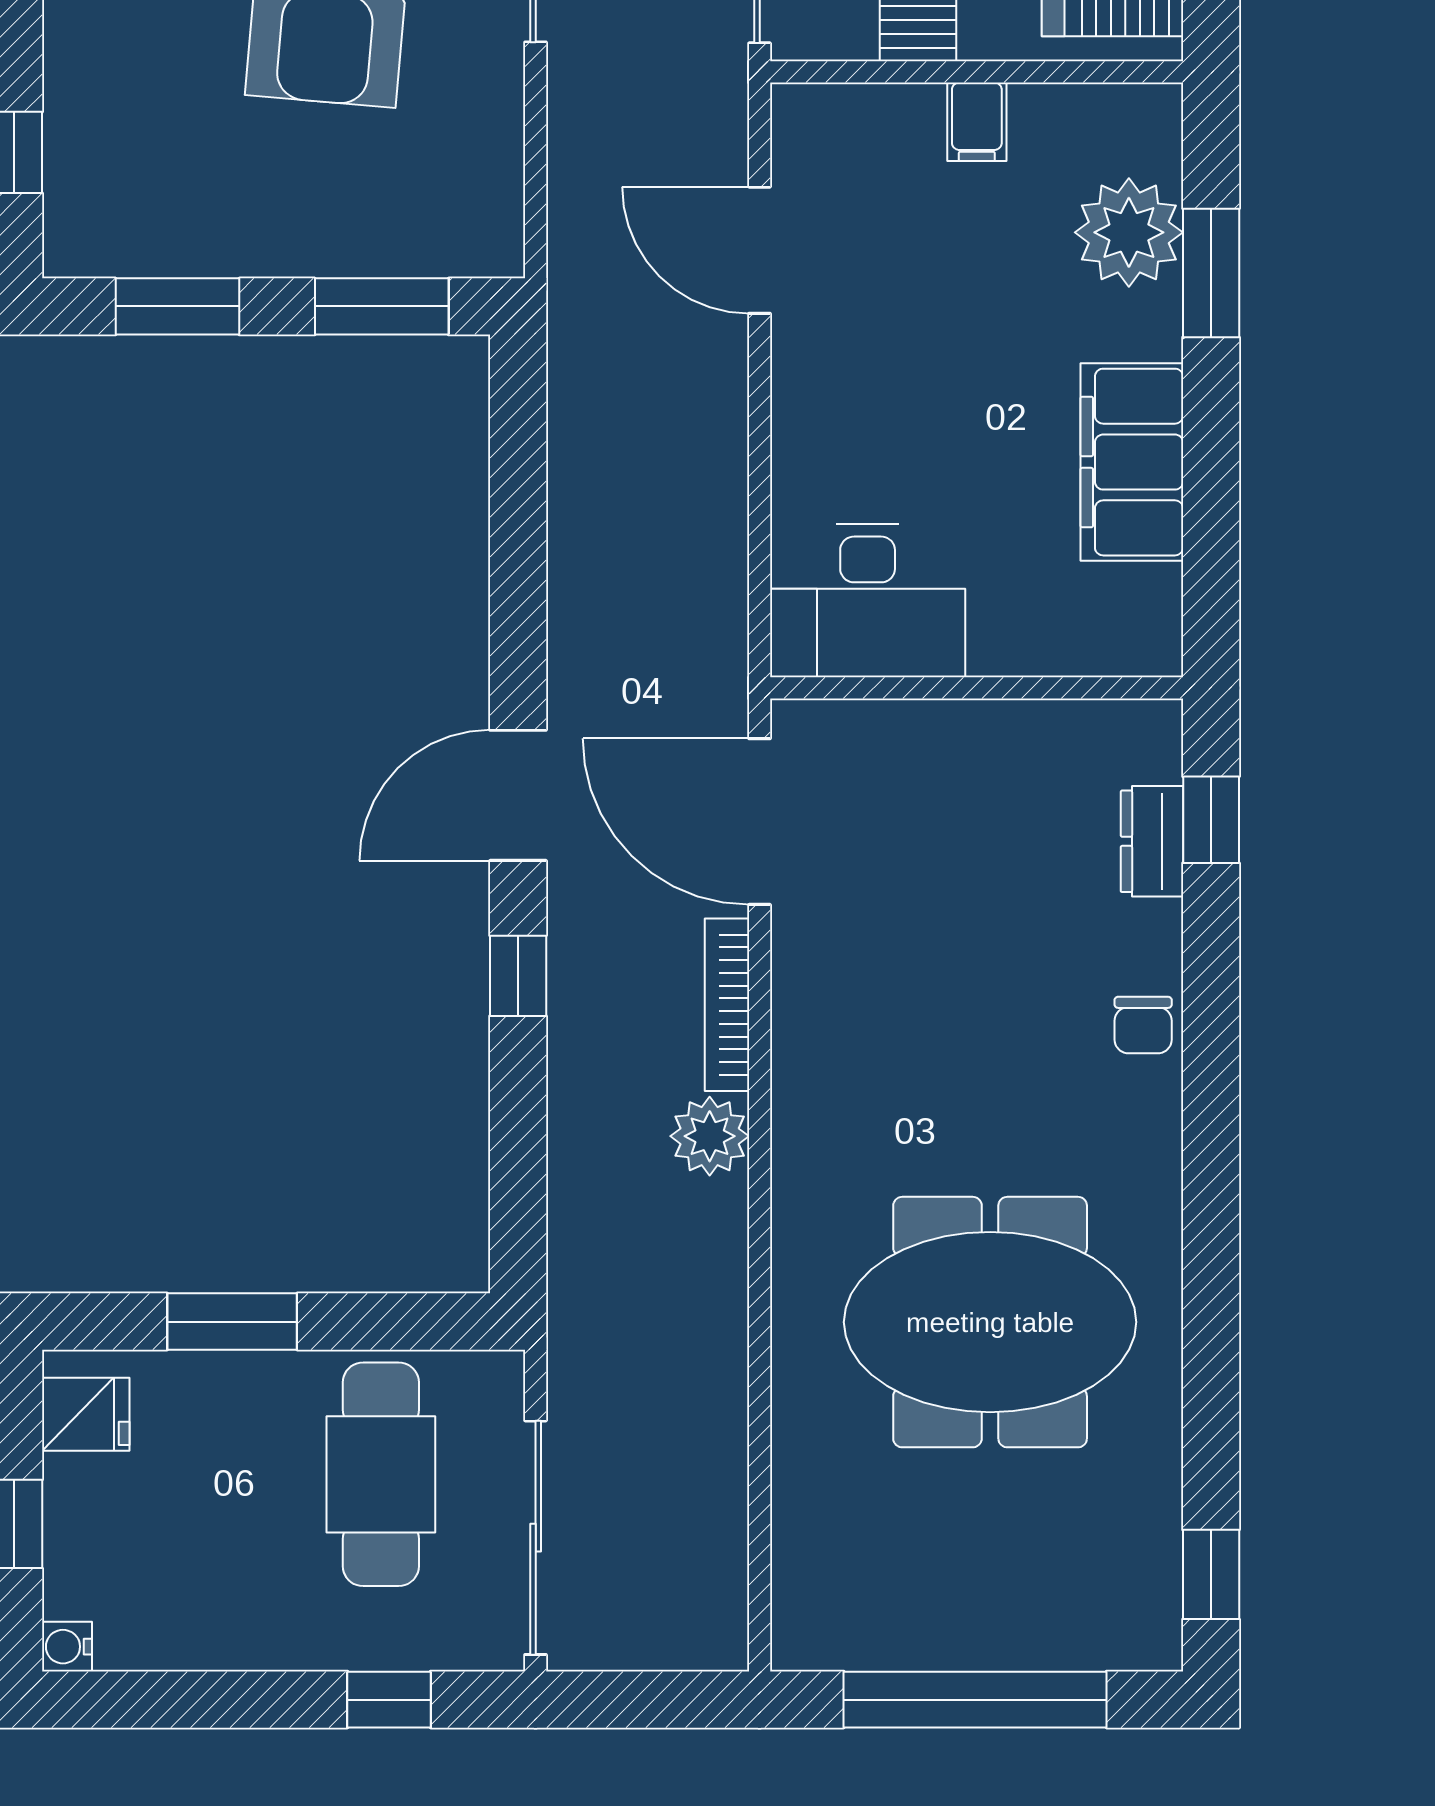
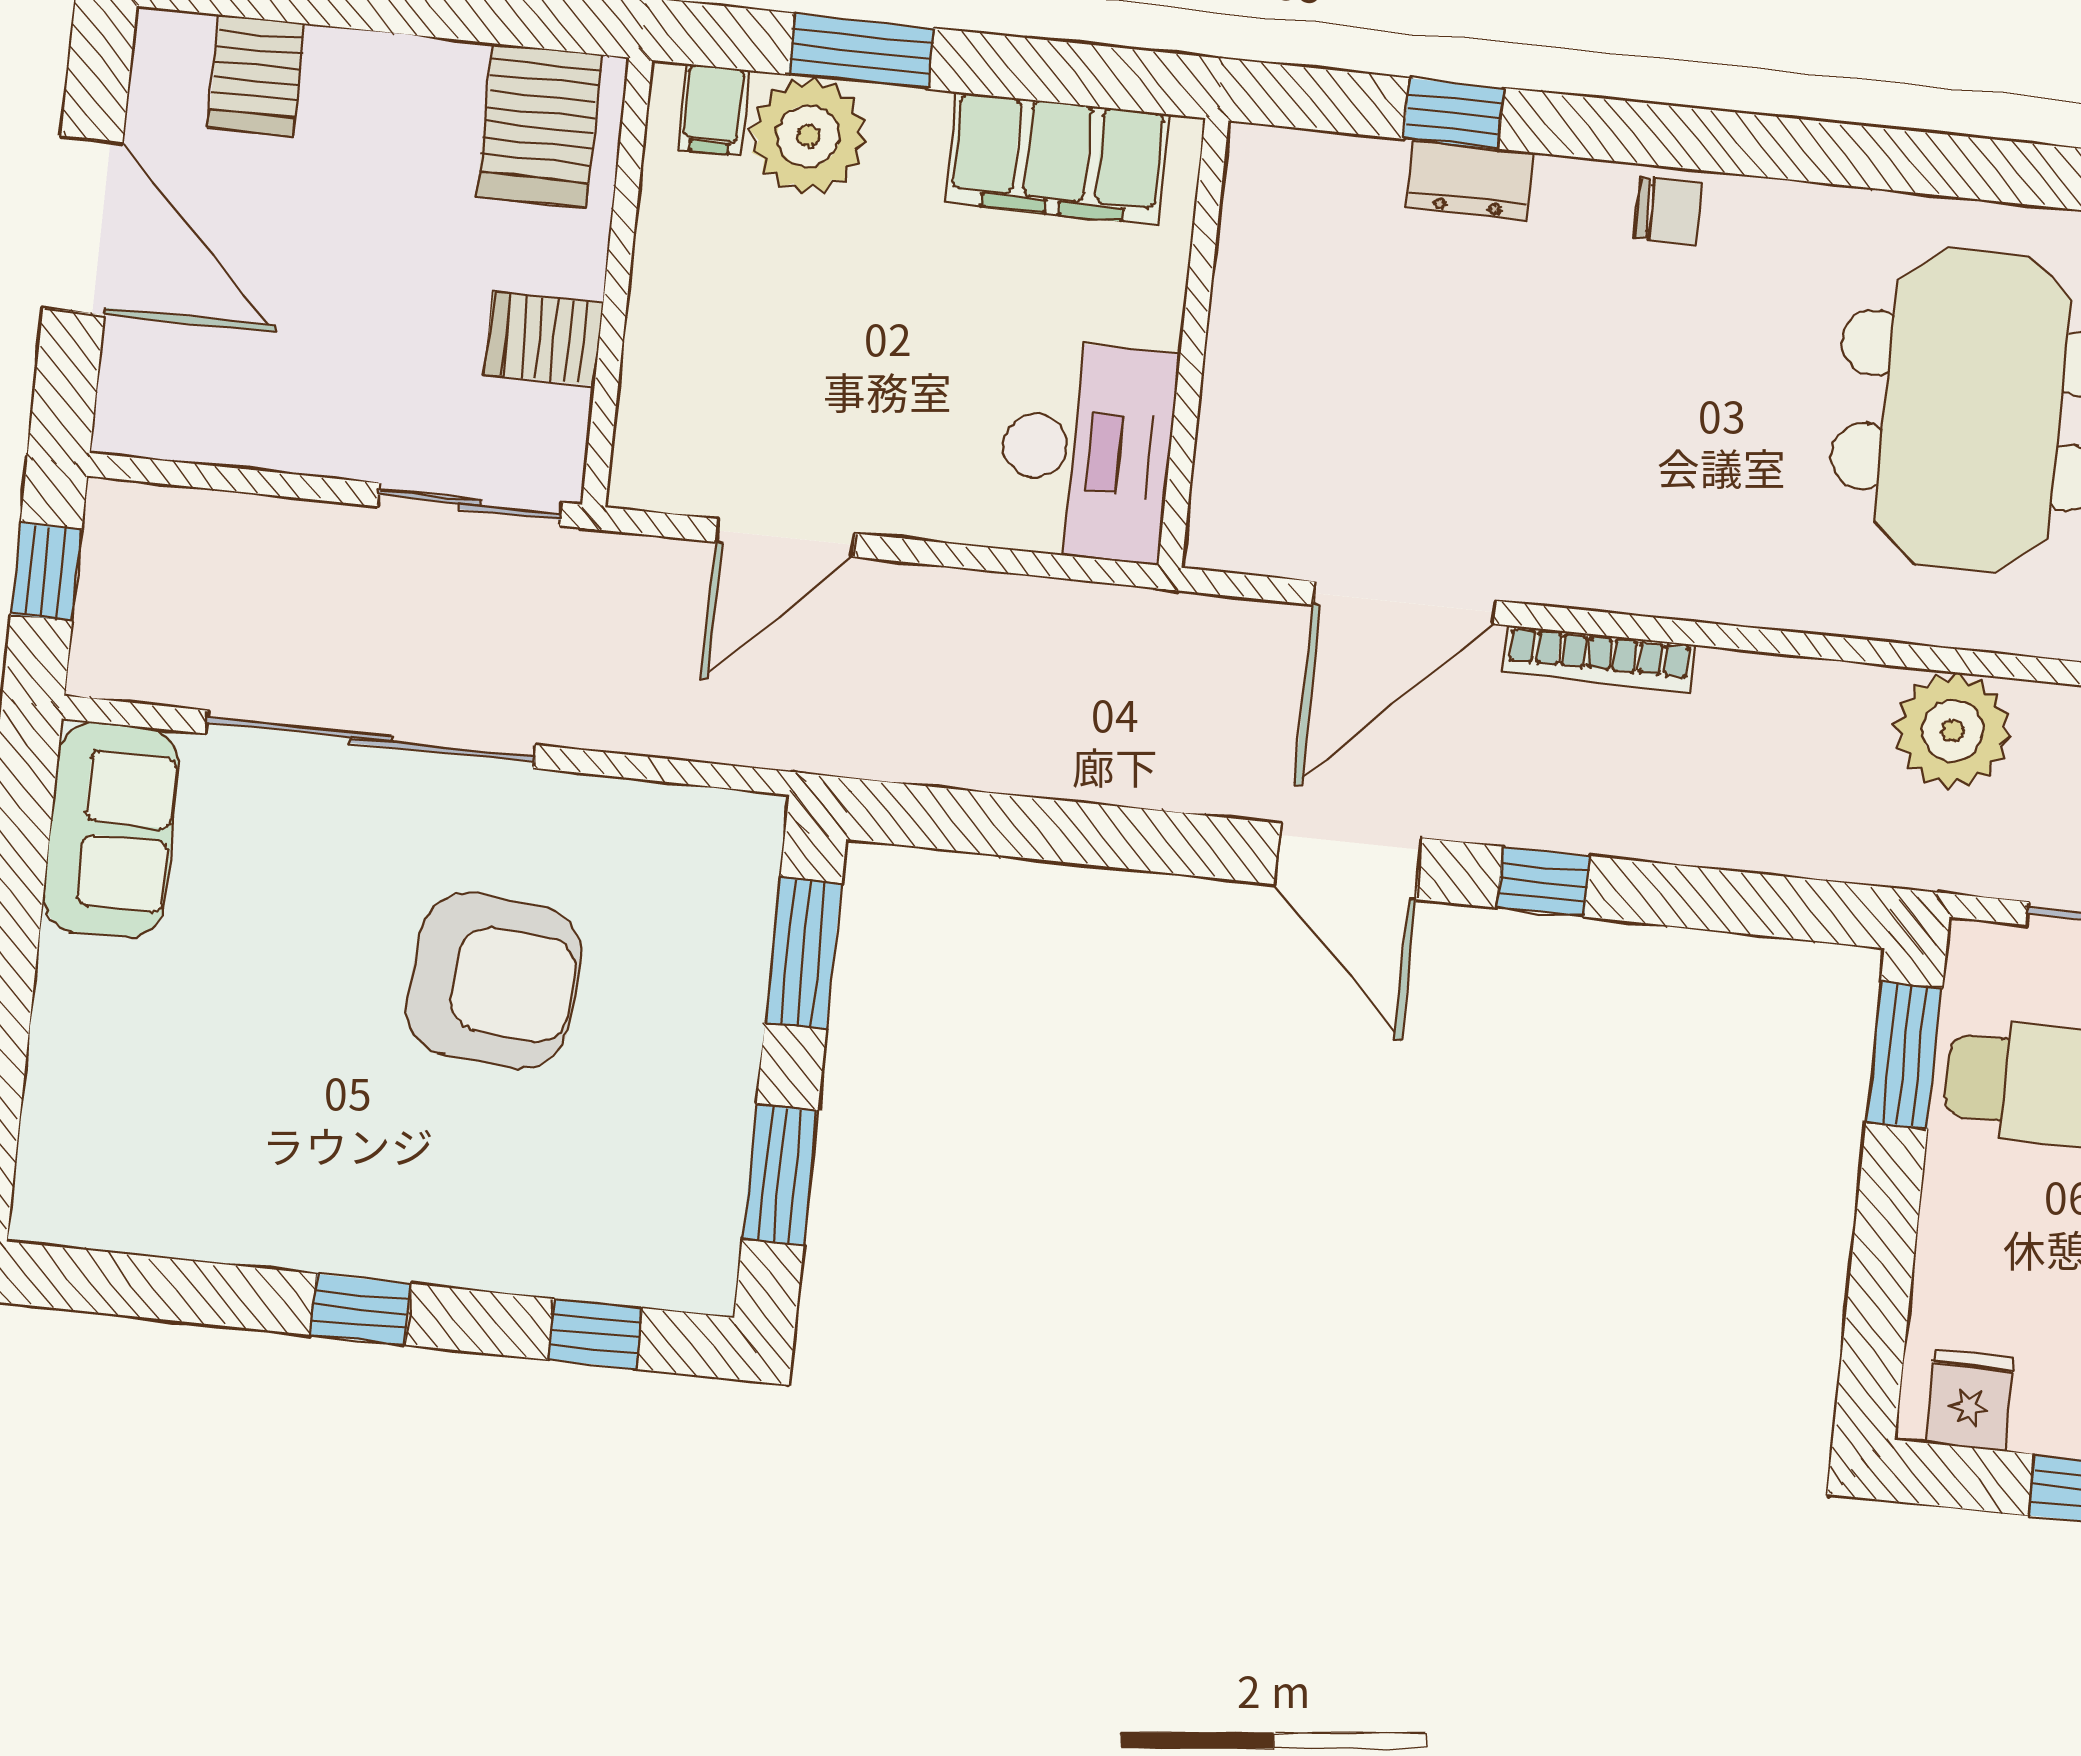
filing cabinet: (977, 122) -> (713, 109), moved, turned 90
desk: (868, 601) -> (1087, 451), moved
wall: (977, 688) -> (1193, 343), moved
plant: (710, 1136) -> (1953, 731), moved, width x1.36, depth x1.36
window: (232, 1322) -> (1904, 1055), moved

